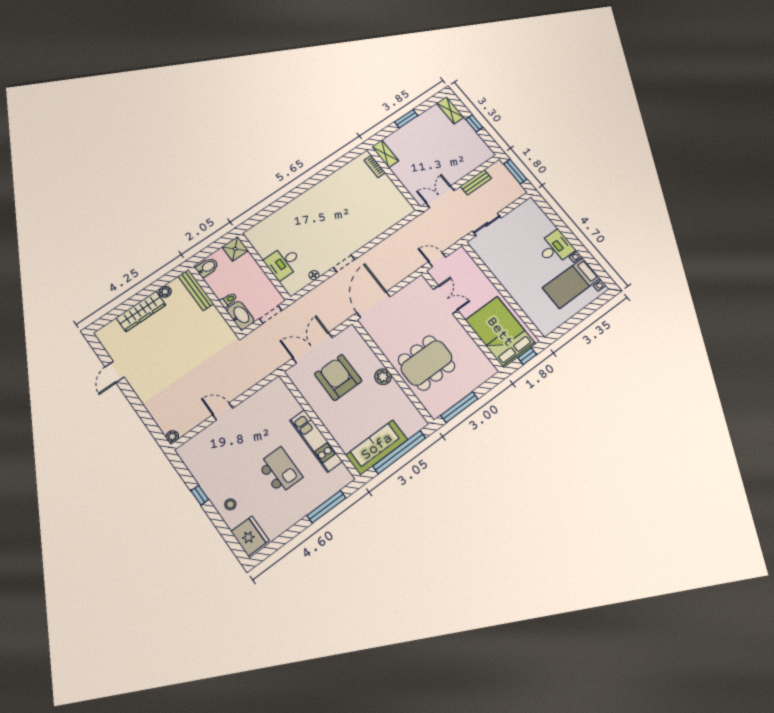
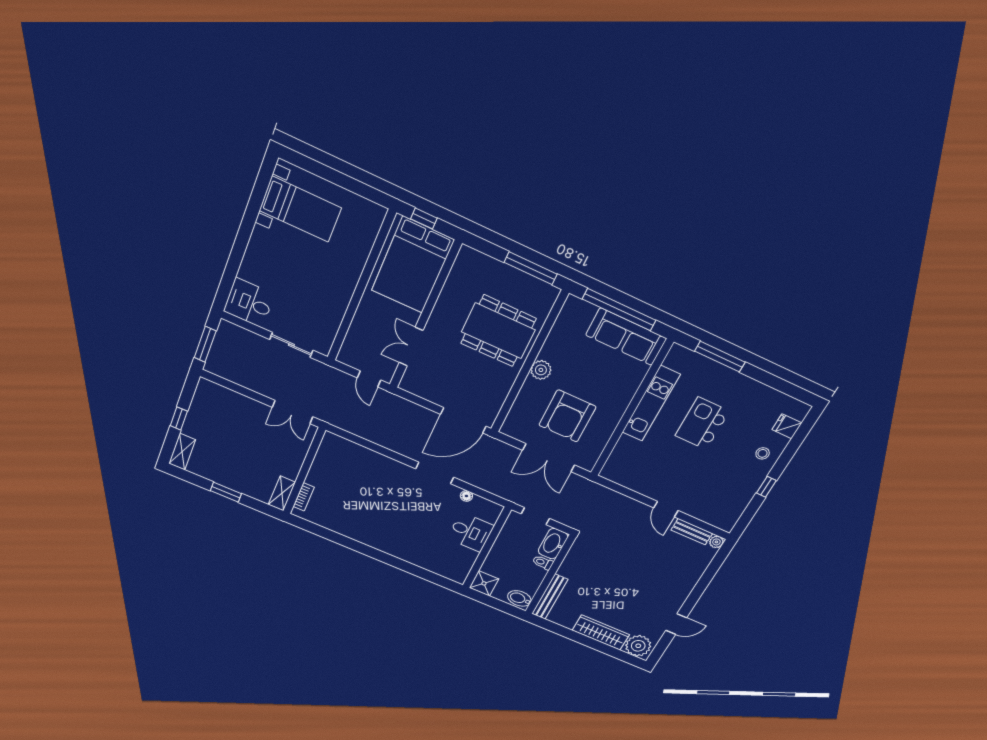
bench: (476, 182) -> (692, 532), moved
desk: (555, 248) -> (249, 303), moved
doorway: (344, 263) -> (435, 473), width x1.38
plant: (165, 292) -> (638, 646), moved, width x1.88, depth x1.88
fridge: (250, 536) -> (787, 426), width x0.53, depth x0.75

